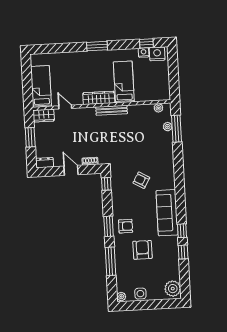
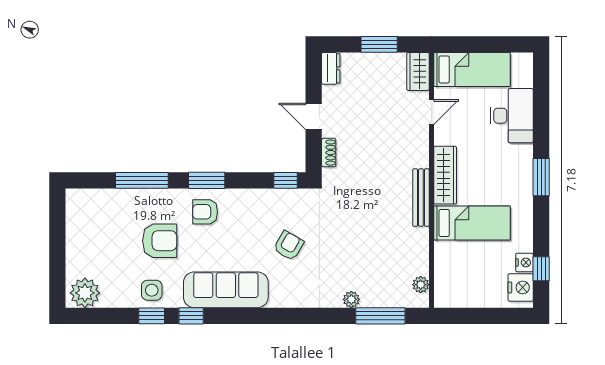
desk: (65, 64) -> (512, 116), added
plant: (168, 127) -> (351, 299), moved
door: (71, 170) -> (314, 116), swing flipped
armchair: (126, 226) -> (205, 212), turned 90
side table: (140, 294) -> (152, 290), moved
plant: (121, 297) -> (75, 197), removed

